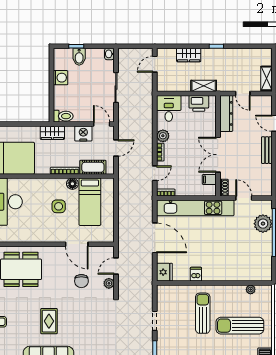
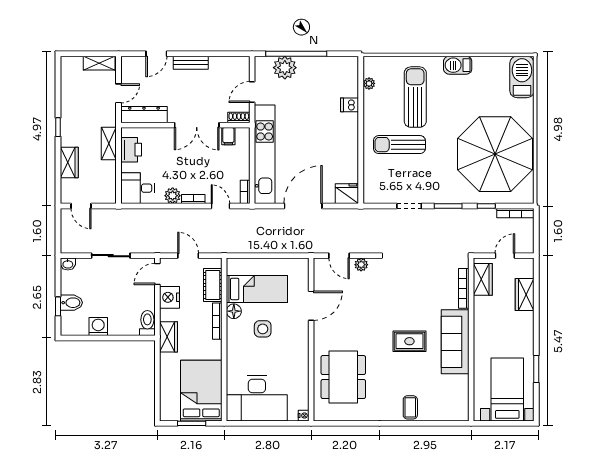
dishwasher: (196, 274) -> (350, 105), moved
chair: (81, 281) -> (358, 300), removed
sun lounger: (240, 326) -> (415, 97), turned 180

